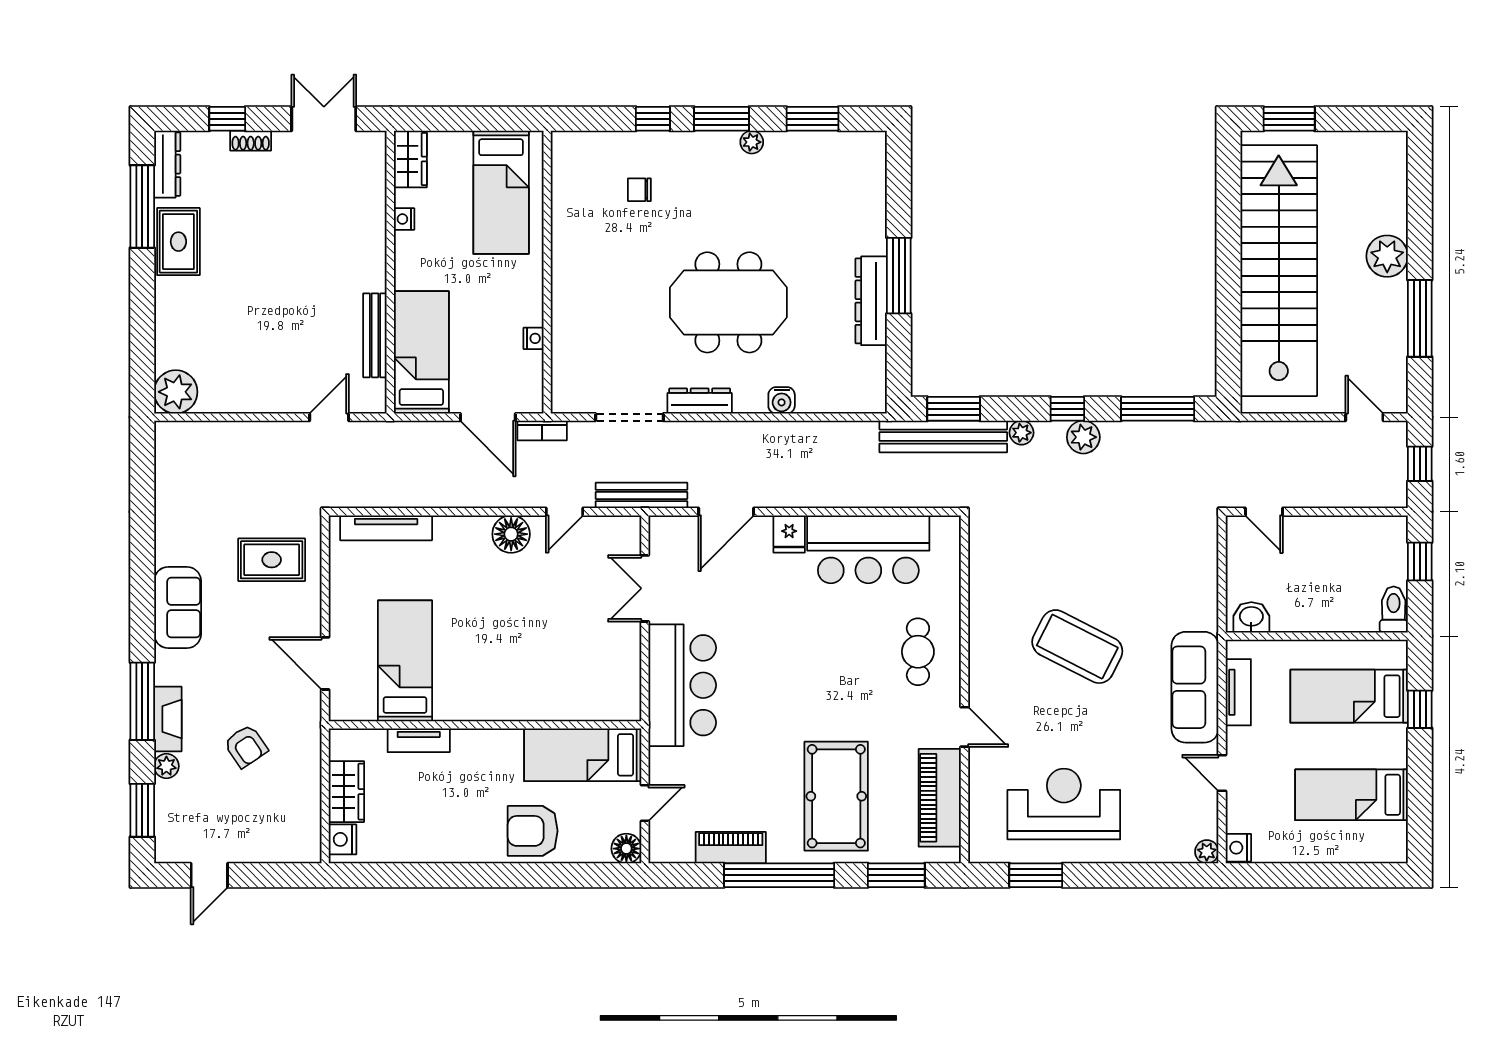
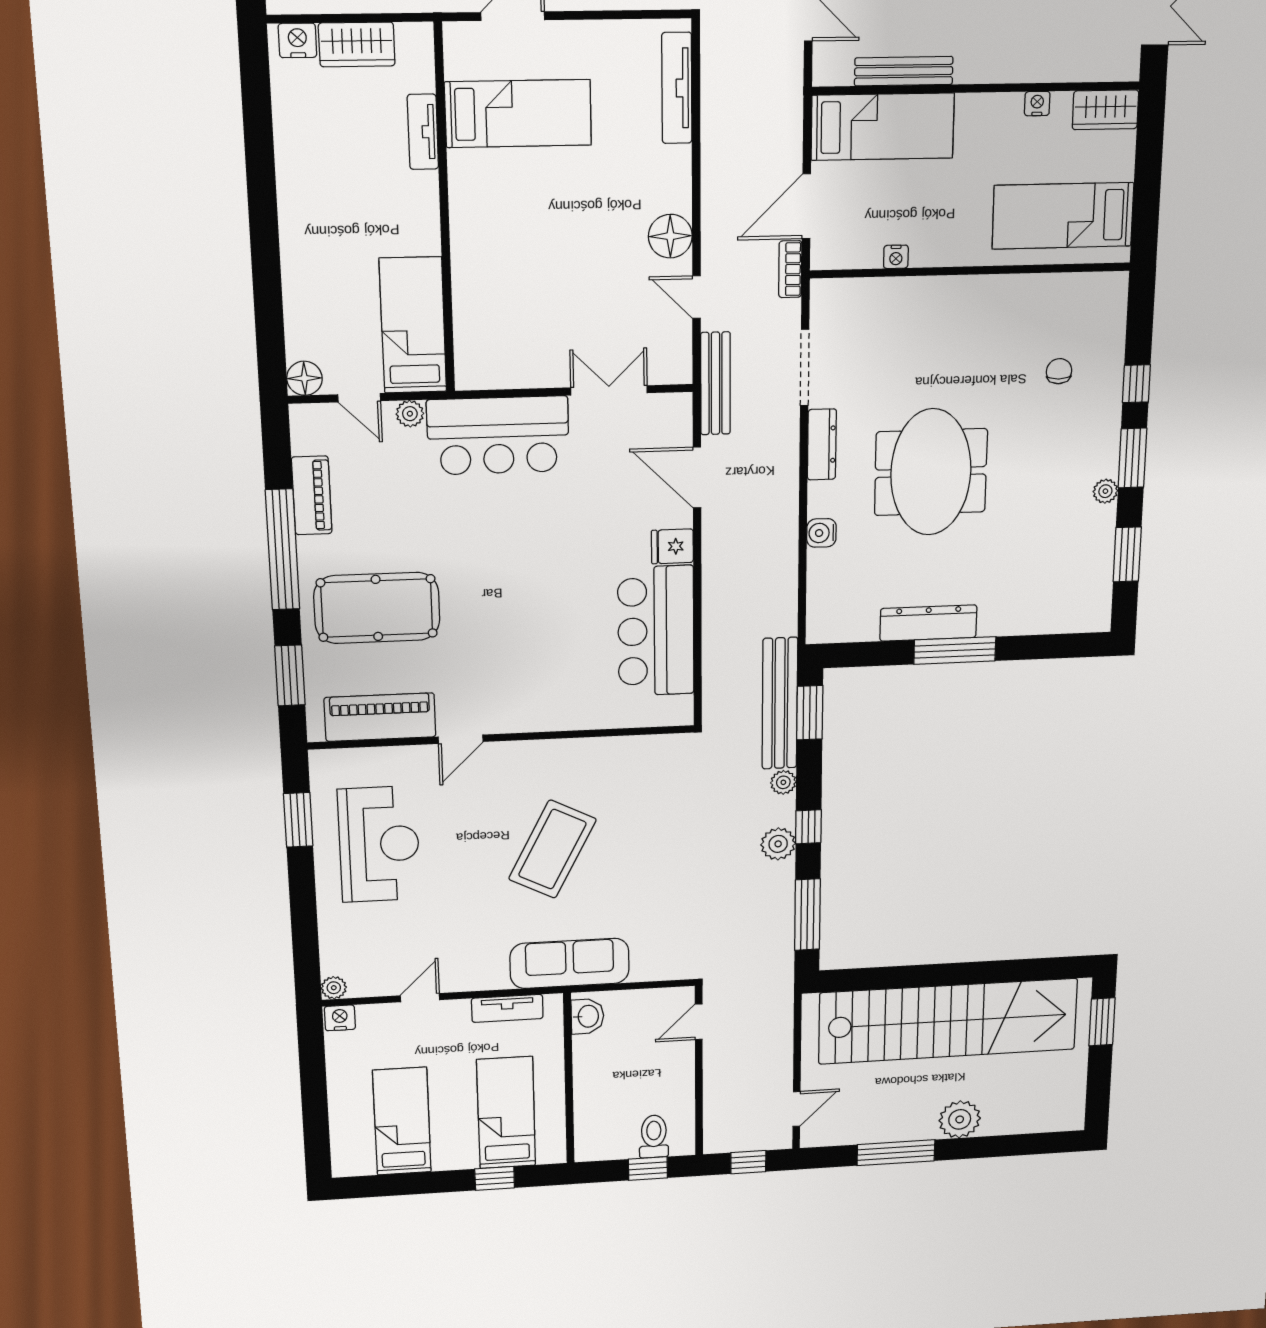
toilet: (1394, 609) -> (654, 1136), moved, turned -90
cafe table: (918, 652) -> (543, 688), removed
sofa: (1195, 687) -> (570, 963), moved
plant: (660, 760) -> (410, 414), added
armchair: (533, 831) -> (320, 270), removed

